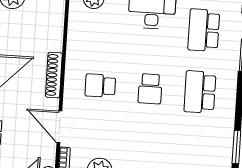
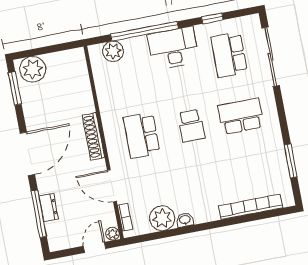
school desk: (100, 86) -> (142, 135), width x1.85
school desk: (200, 92) -> (241, 116), turned 90

